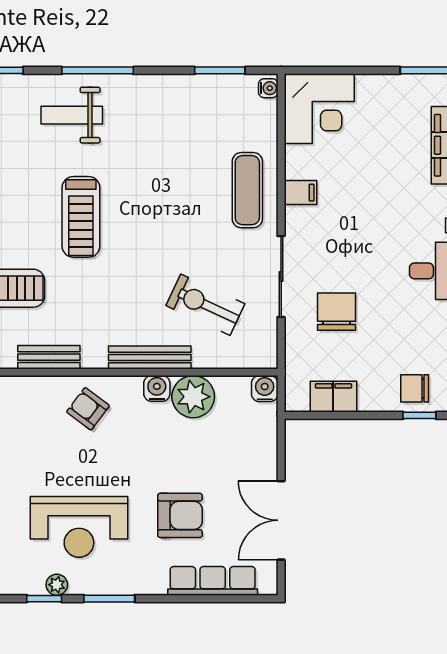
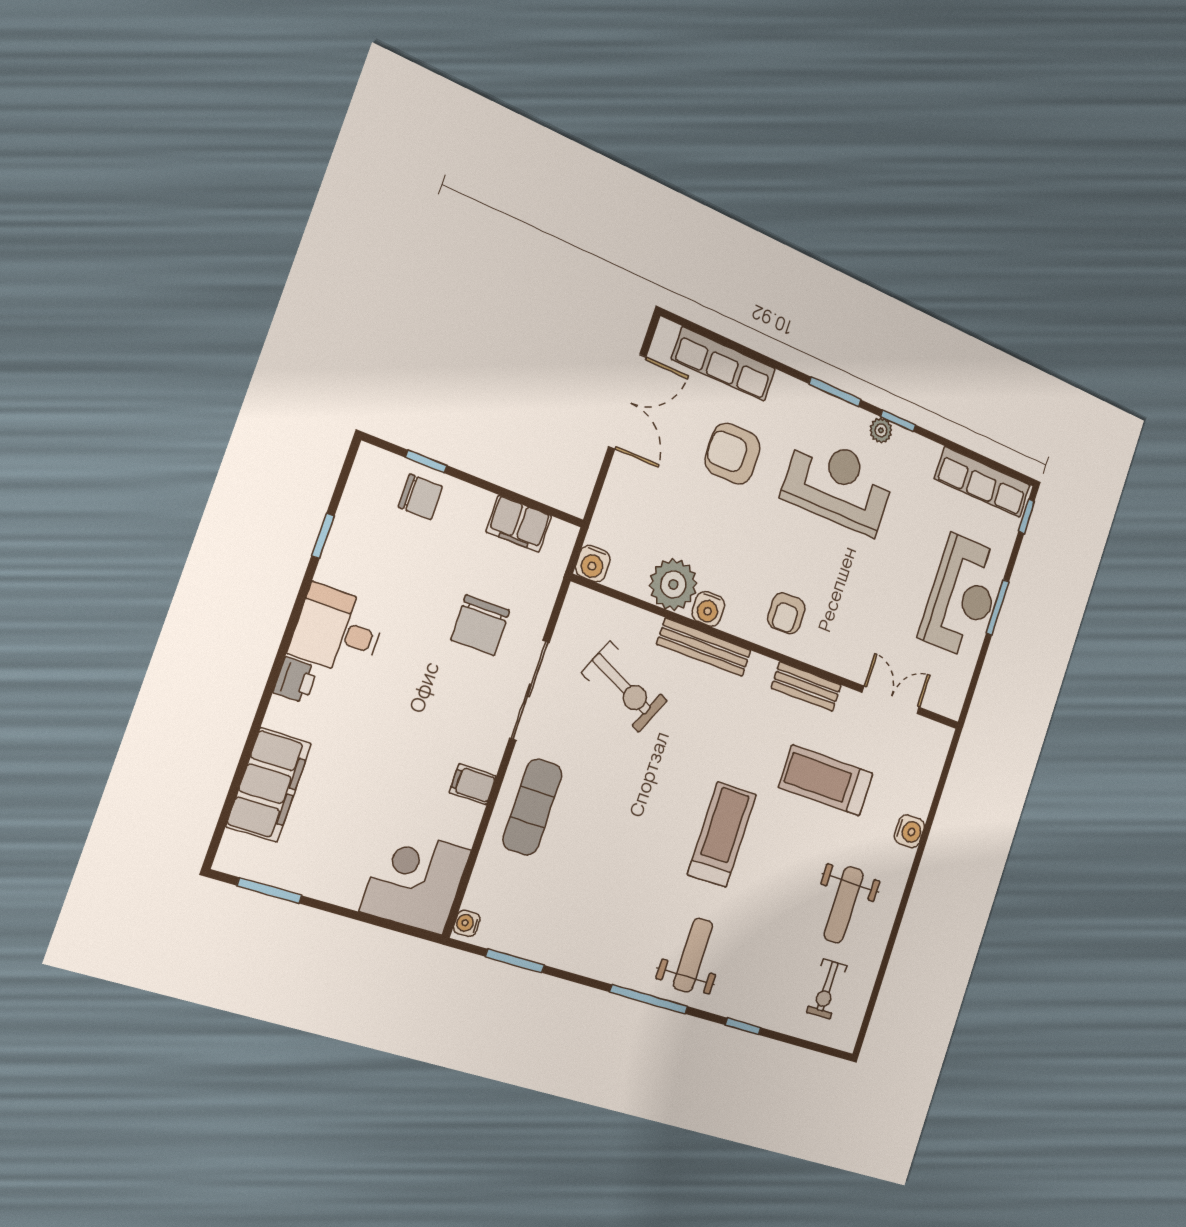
weight bench: (72, 115) -> (693, 955), turned -90
armchair: (88, 409) -> (786, 613), turned 53

